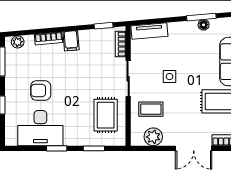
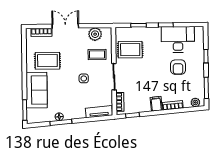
armchair: (41, 91) -> (178, 67), turned 90
rug: (106, 115) -> (130, 50), turned 90

